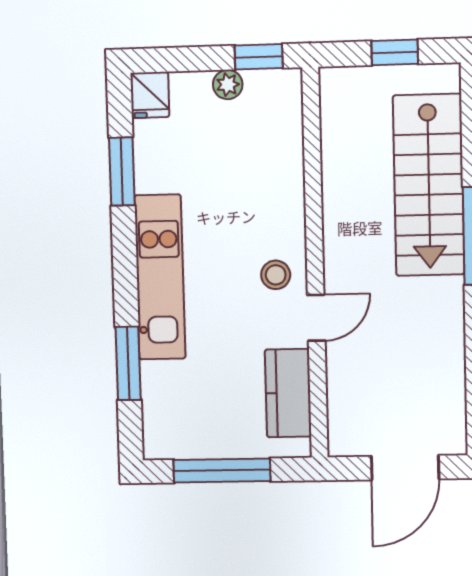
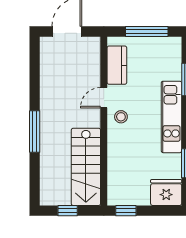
plant: (228, 85) -> (140, 199), removed
fridge: (150, 95) -> (166, 192), width x1.88, depth x1.34
stairs: (429, 185) -> (86, 167), moved, turned 180

